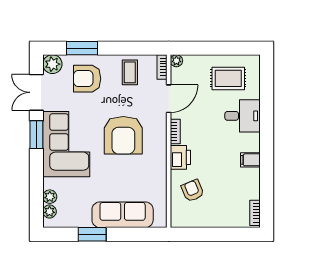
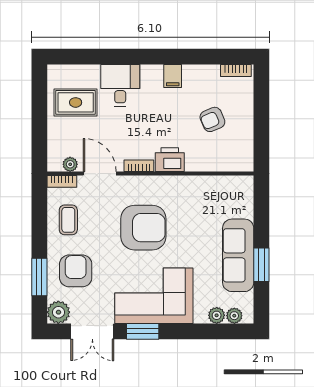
plant: (176, 61) -> (70, 164), moved
coffee table: (130, 72) -> (68, 220), turned 90
rug: (228, 78) -> (76, 102), turned 90
armchair: (87, 79) -> (76, 271), turned 180
armchair: (193, 191) -> (212, 119), moved
sofa: (123, 215) -> (238, 255), moved

